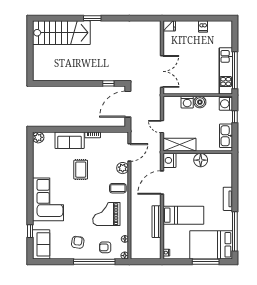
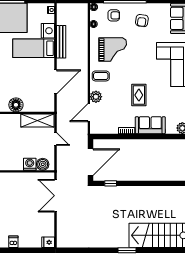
boiler: (200, 102) -> (43, 164), moved
nightstand: (169, 160) -> (48, 31), moved

